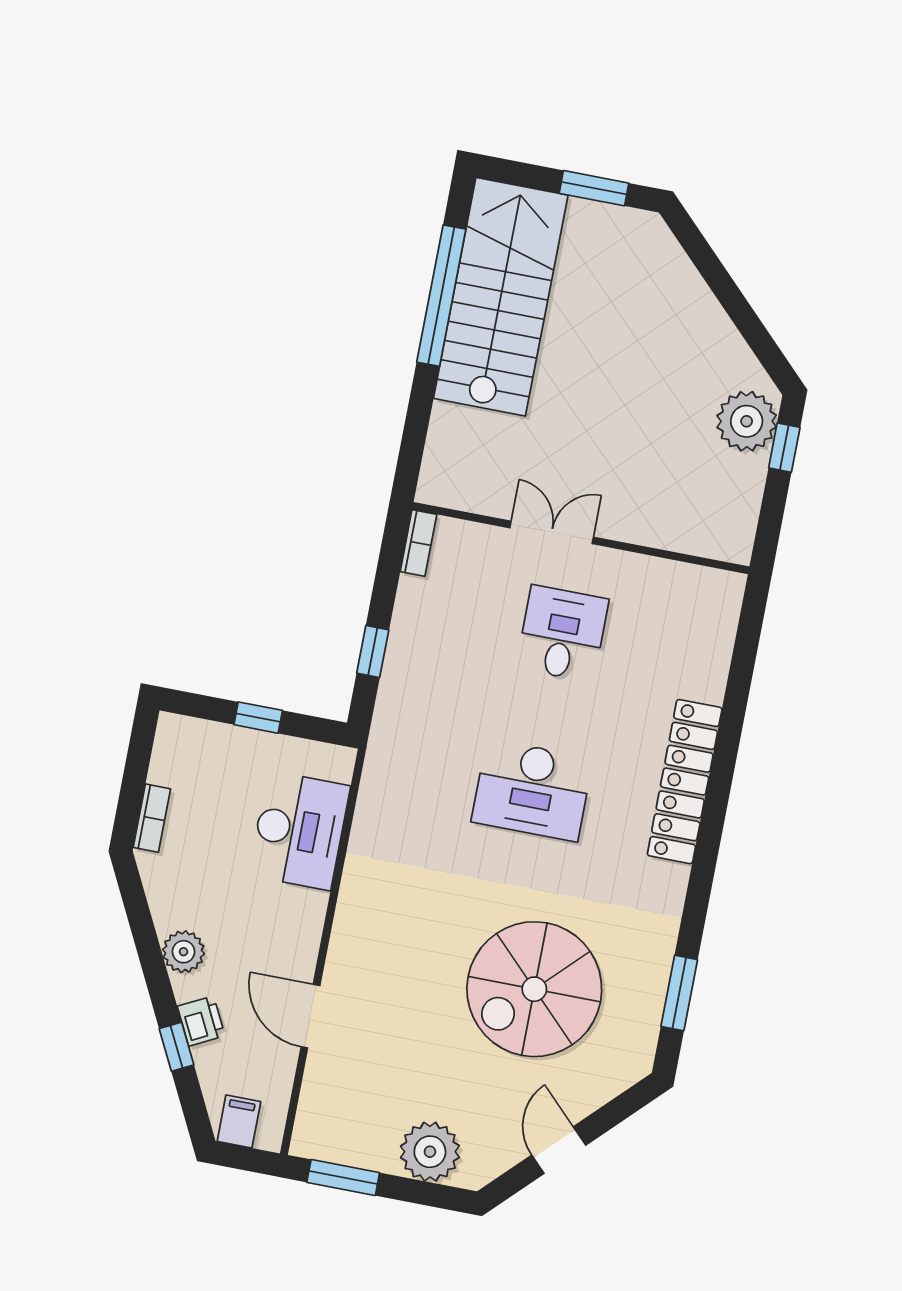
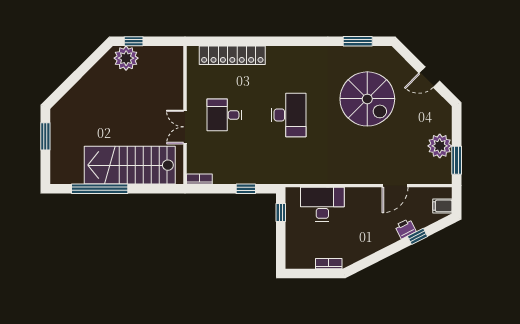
stairs: (501, 297) -> (130, 165), moved
window: (258, 718) -> (281, 213), moved
locker: (685, 782) -> (232, 55), moved
plant: (184, 952) -> (379, 241), removed
plant: (430, 1152) -> (440, 146), moved

